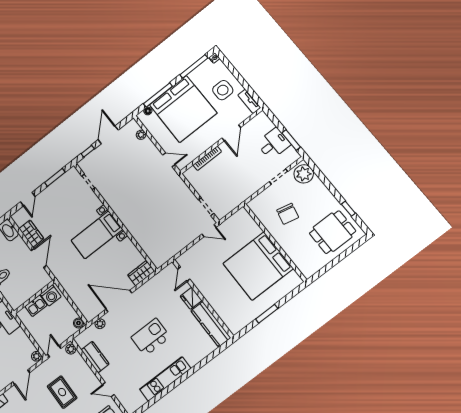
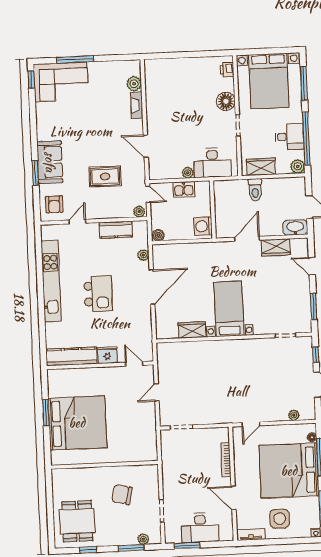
desk: (274, 144) -> (200, 528), width x1.37
plant: (304, 174) -> (143, 539), width x0.53, depth x0.53
window: (323, 178) -> (131, 548), added
door: (209, 231) -> (157, 392), moved
door: (39, 258) -> (247, 239), swing flipped
bed: (258, 266) -> (77, 423), moved, turned 90
wardrobe: (141, 273) -> (192, 330), moved, turned -90
kitchen sink: (36, 306) -> (184, 189), moved, turned -90
plant: (36, 356) -> (188, 173), moved
kitchen unit: (165, 379) -> (51, 281), width x1.36

